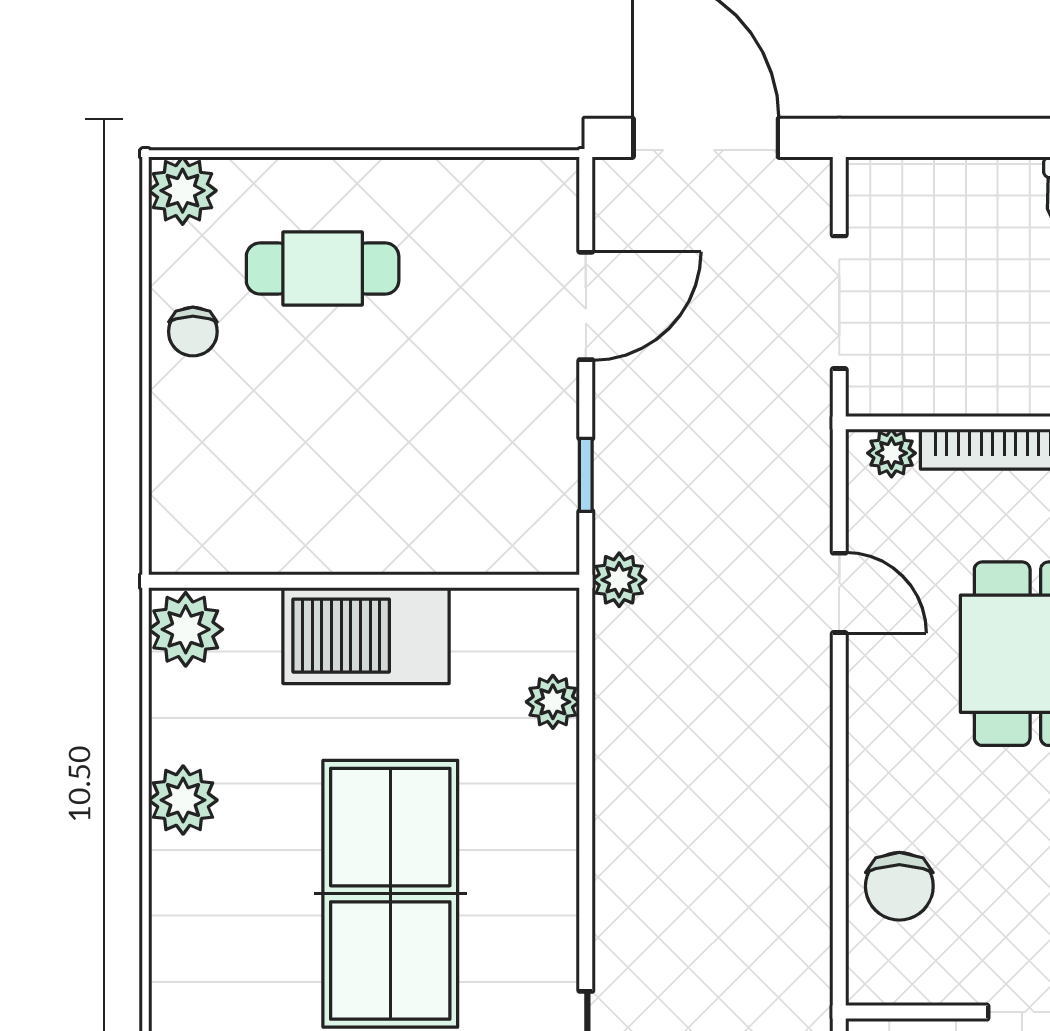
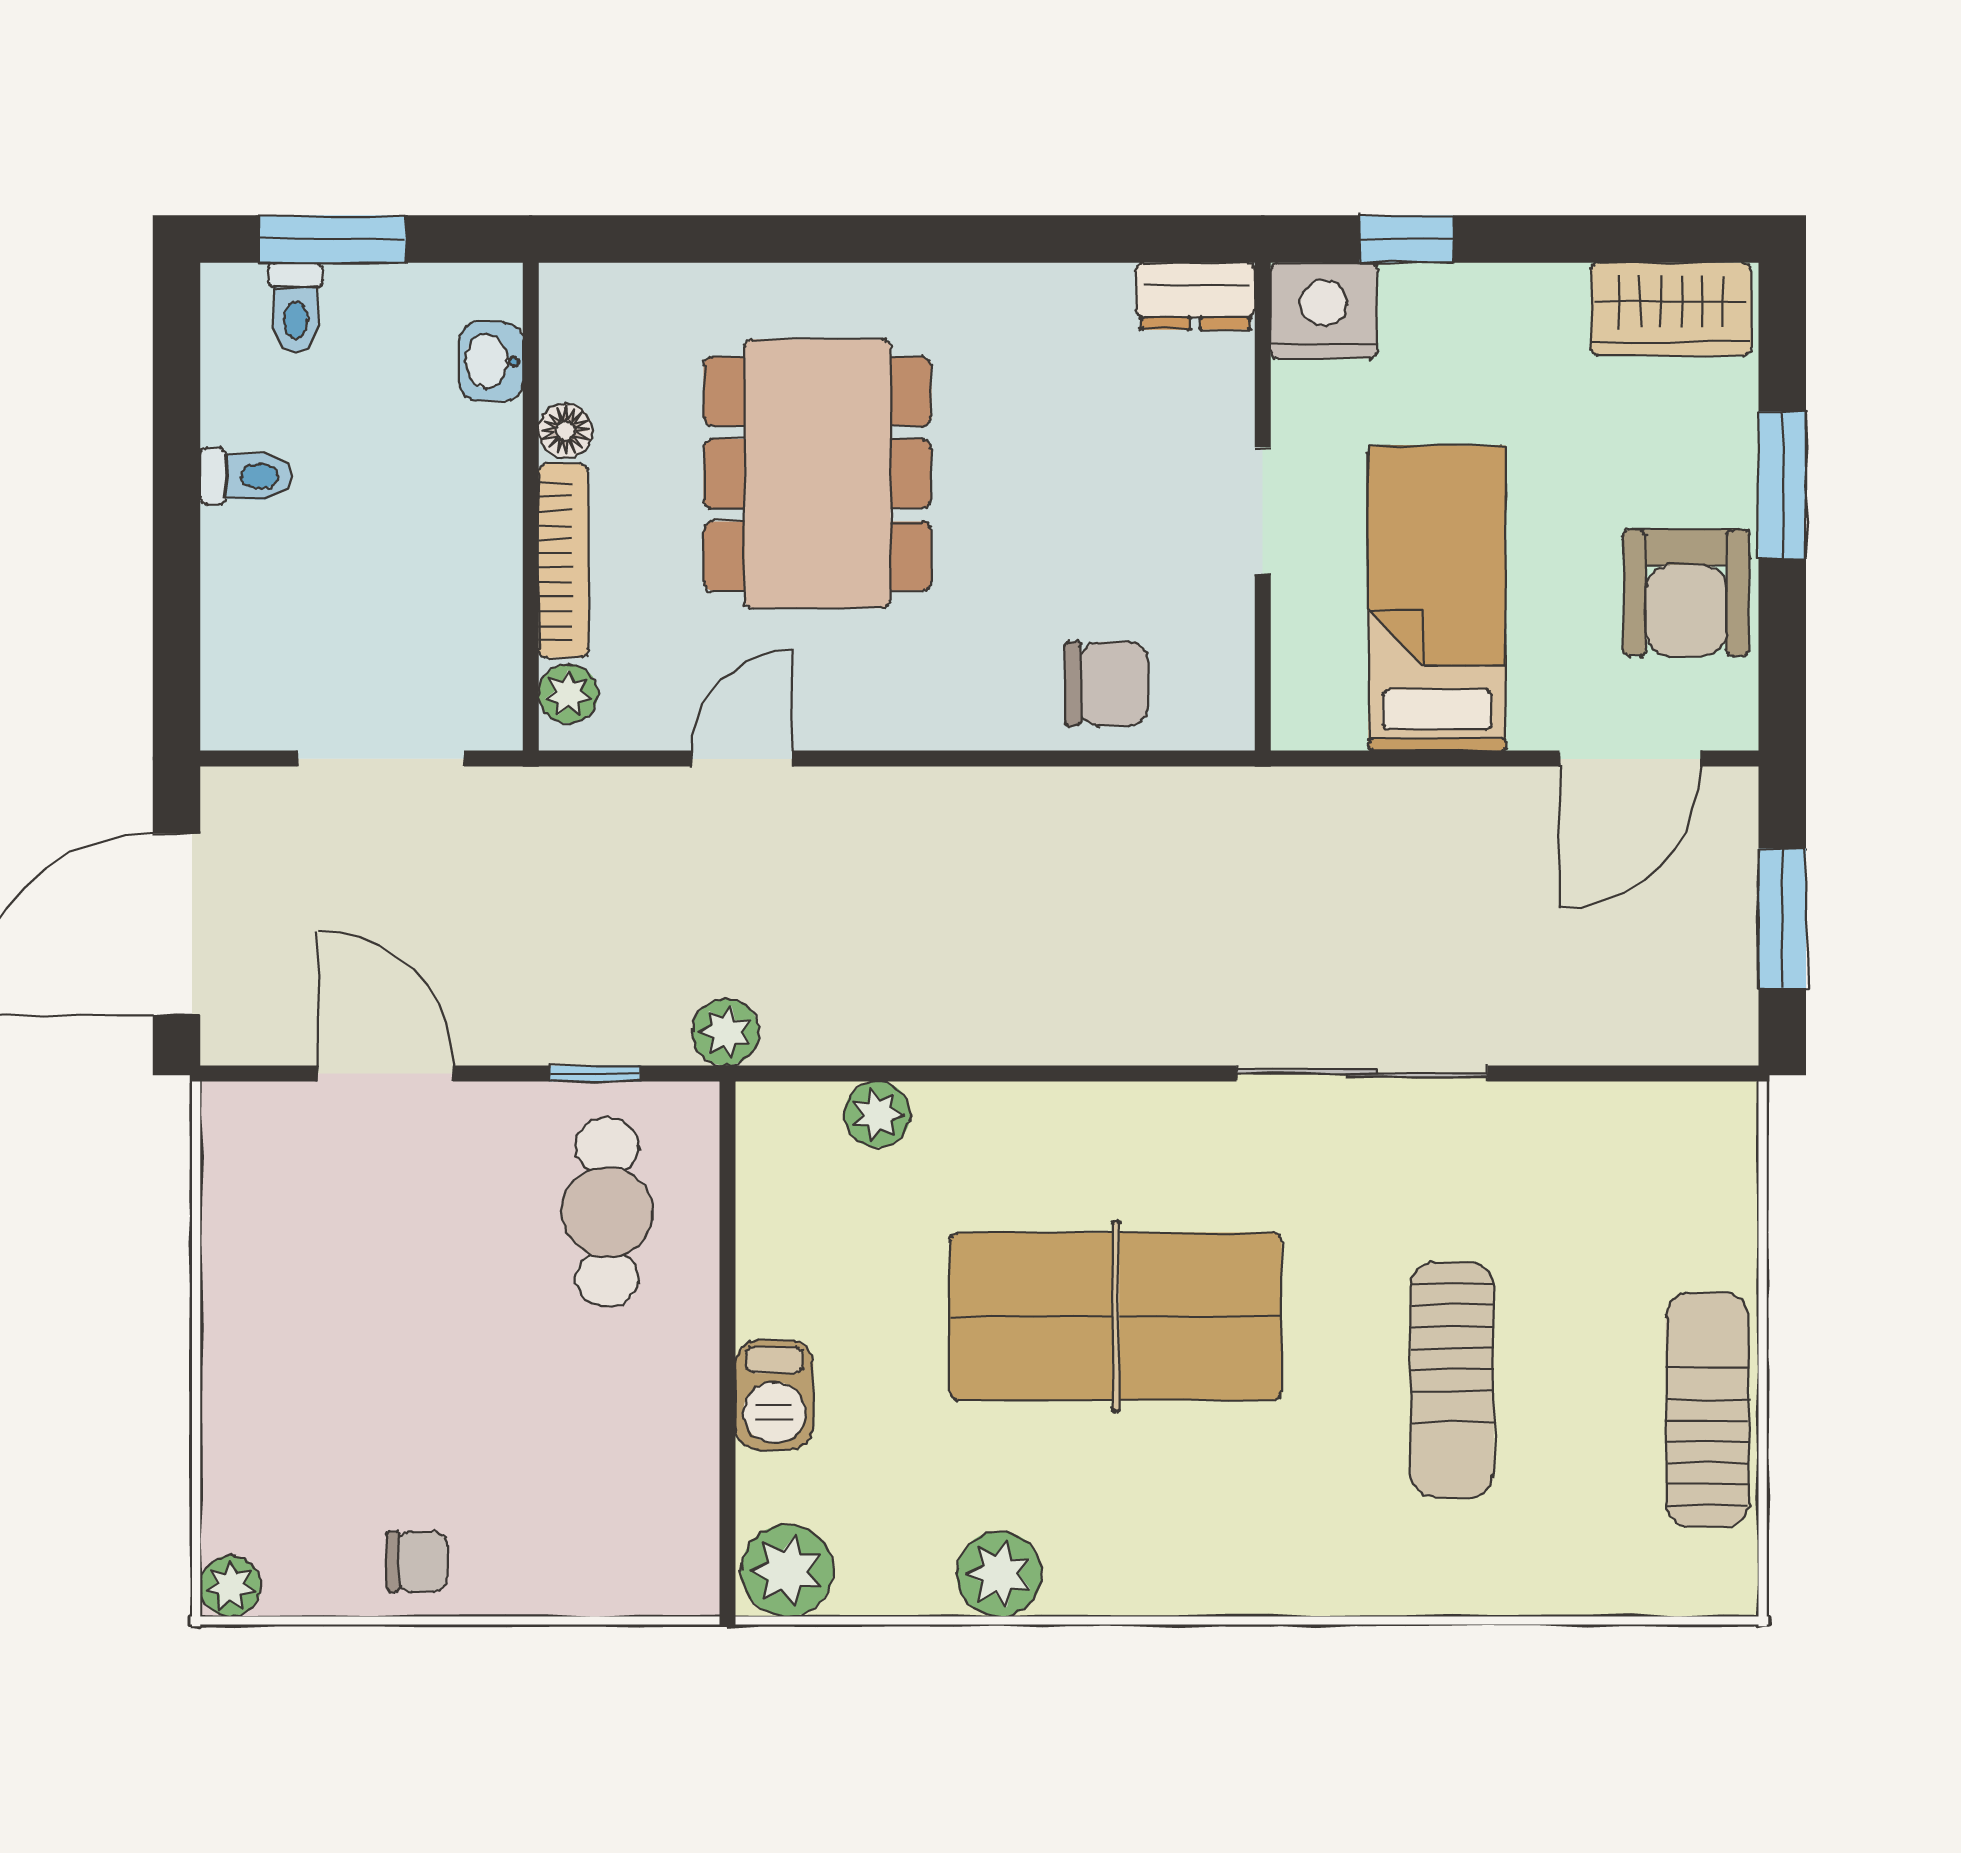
plant: (183, 191) -> (231, 1586), width x0.73, depth x0.73
cafe table: (323, 269) -> (607, 1212), moved
barbecue: (366, 636) -> (774, 1395), width x0.53, depth x0.65

